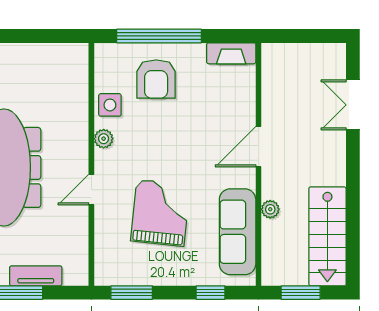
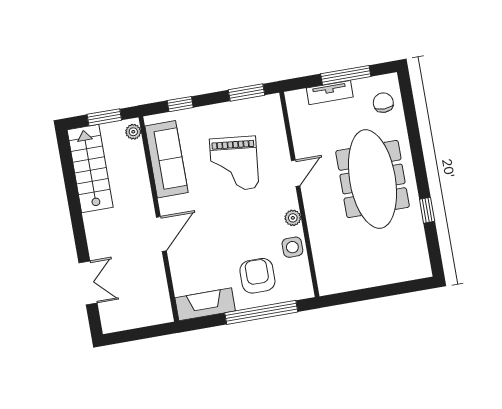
fireplace: (231, 53) -> (205, 304), width x1.37, depth x1.32
plant: (270, 209) -> (133, 132), moved

